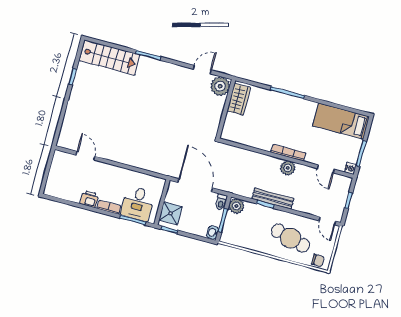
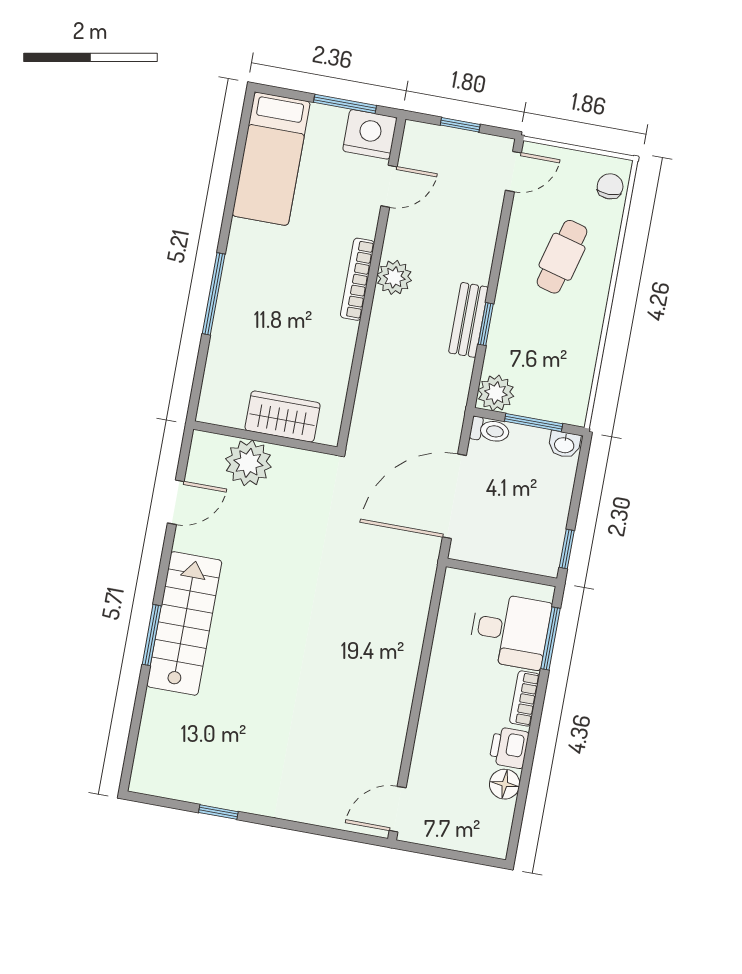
stairs: (110, 58) -> (184, 623), moved
door: (202, 70) -> (176, 502), swing flipped
plant: (220, 86) -> (248, 463), moved
wardrobe: (239, 99) -> (283, 417), moved
door: (85, 156) -> (398, 809), moved
nightstand: (350, 168) -> (370, 134), width x1.89, depth x1.79
floor lamp: (74, 196) -> (505, 784), added
bench: (273, 199) -> (468, 320), width x0.73
shower: (170, 213) -> (527, 550), removed
cafe table: (290, 238) -> (562, 257), width x0.73, depth x0.74

